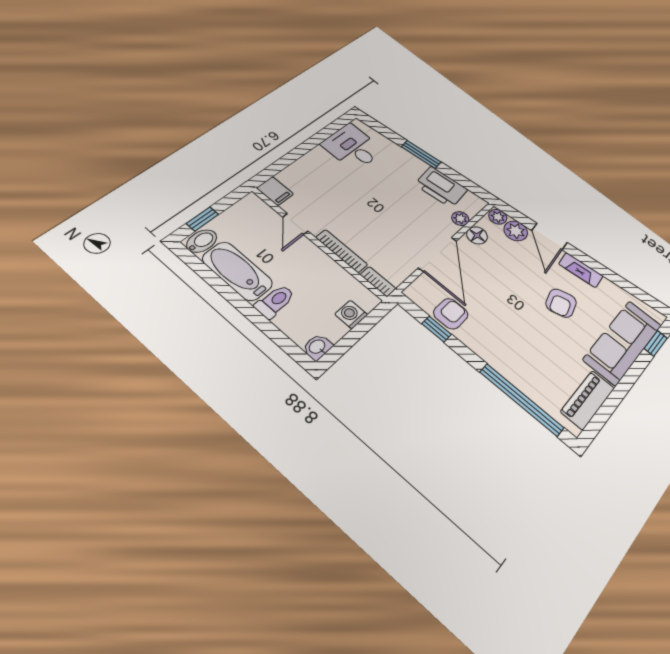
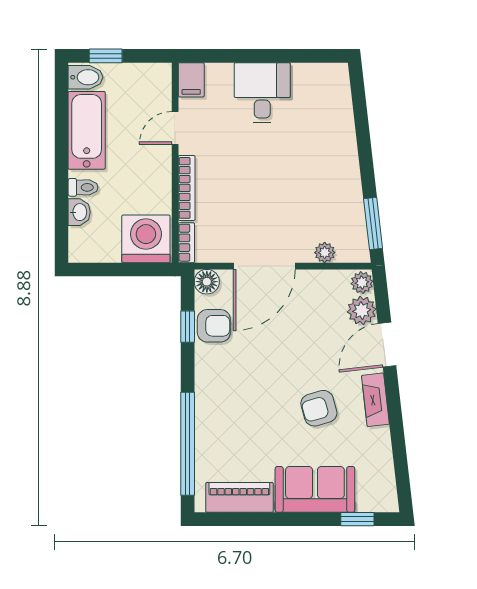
desk: (352, 147) -> (262, 93), moved
window: (421, 154) -> (373, 223), moved
printer: (441, 187) -> (344, 207), removed
floor lamp: (477, 235) -> (207, 282), moved
toilet: (275, 301) -> (83, 187), width x0.73, depth x0.72
washing machine: (351, 314) -> (146, 239), width x1.89, depth x1.89
sofa: (623, 342) -> (315, 489), width x0.73
washbasin: (317, 347) -> (79, 212), moved, turned 90

